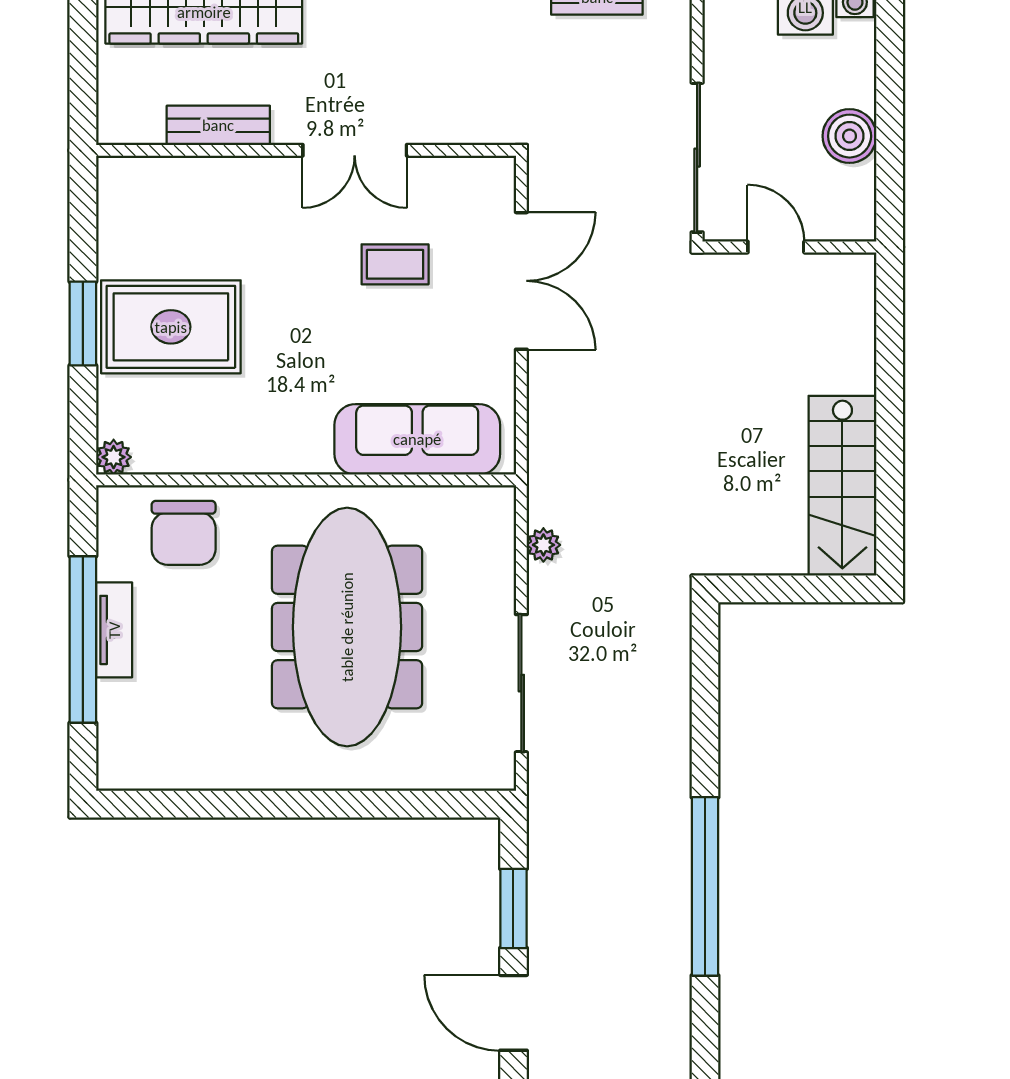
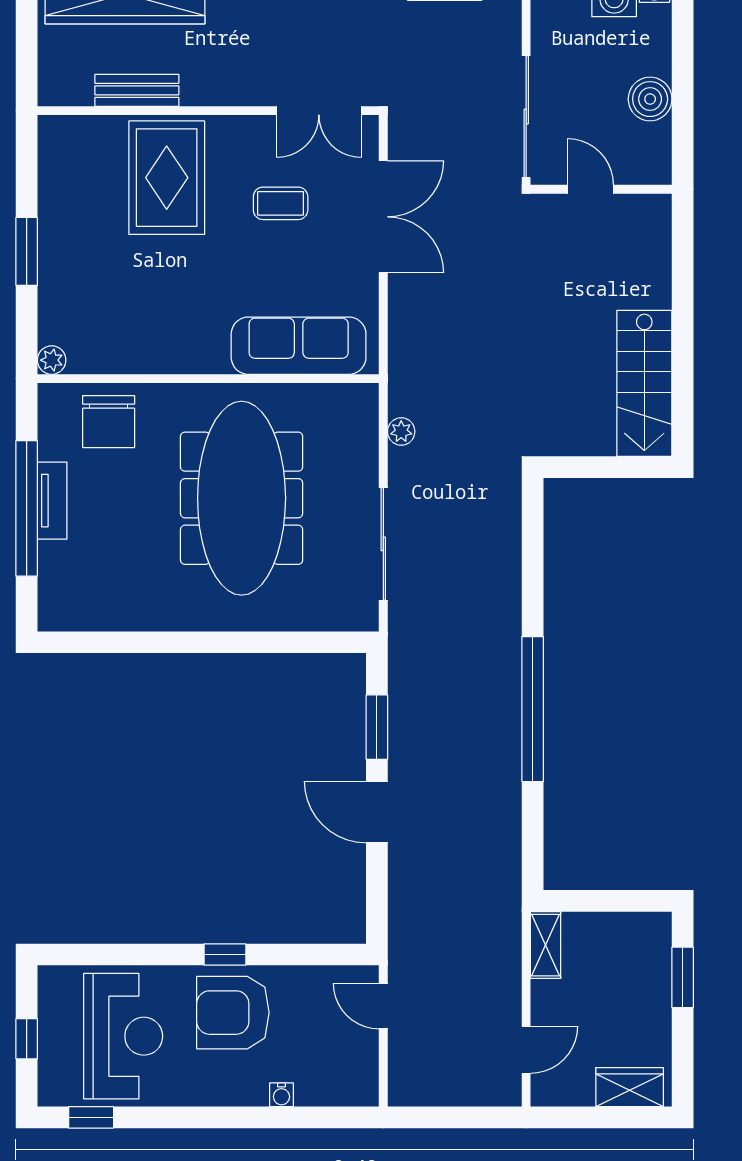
double door: (355, 150) -> (319, 111), moved
rug: (171, 327) -> (167, 178), moved, turned 90

